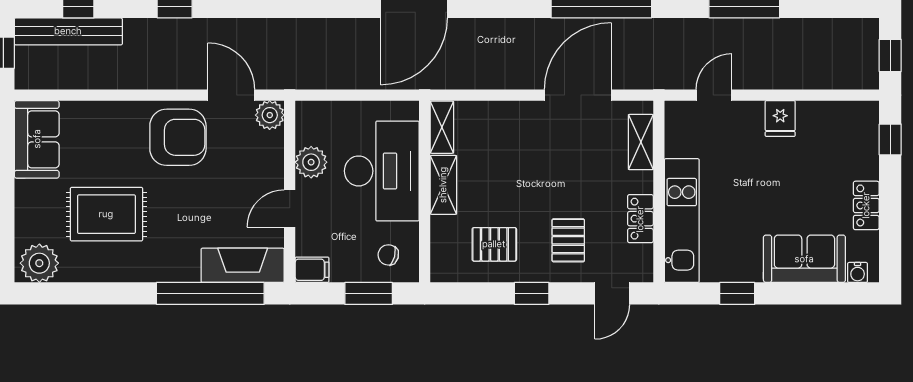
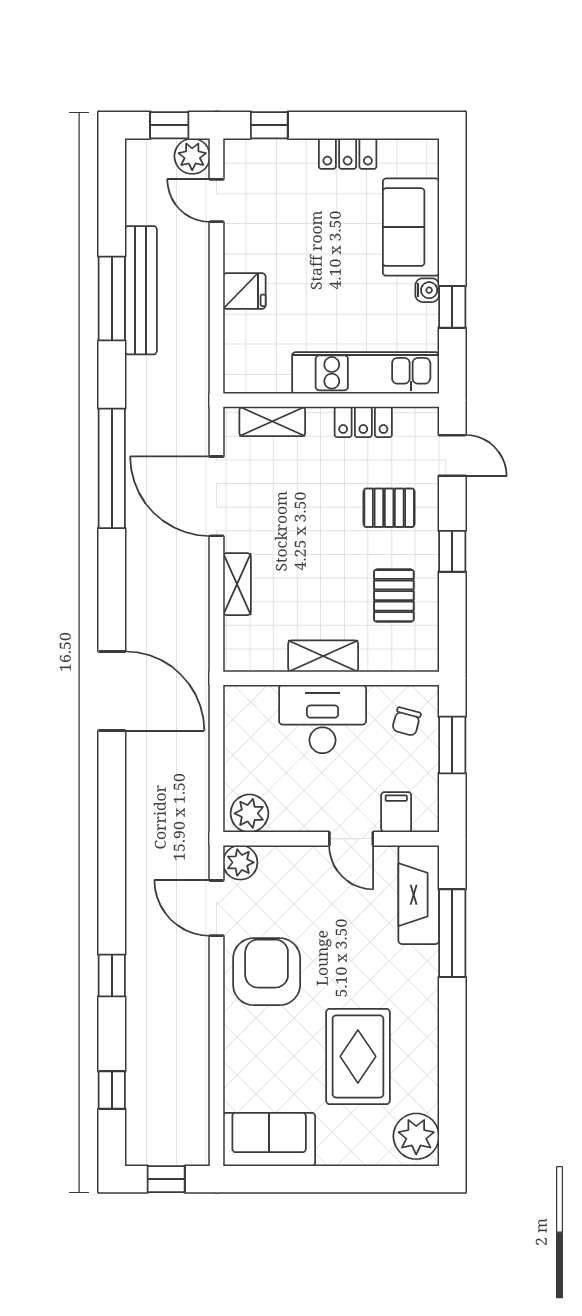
bench: (68, 31) -> (141, 290), moved
plant: (864, 75) -> (192, 156), added
door: (231, 95) -> (216, 908), hinge flipped
door: (714, 95) -> (216, 201), moved
fridge: (780, 119) -> (244, 291), moved
shelving: (442, 127) -> (237, 584), moved, turned 90
plant: (311, 162) -> (249, 813), moved
desk: (382, 171) -> (323, 719), width x0.73, depth x0.77
filing cabinet: (312, 270) -> (396, 812), moved
water cooler: (858, 272) -> (427, 290), moved
window: (210, 293) -> (452, 933), width x0.68

